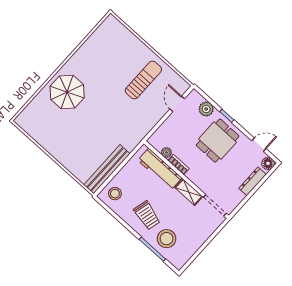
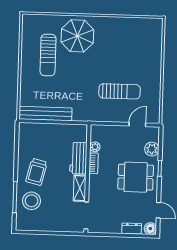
sun lounger: (143, 80) -> (120, 91), moved
sun lounger: (62, 128) -> (48, 55), added
workbench: (160, 169) -> (78, 158), width x0.73
dresser: (252, 181) -> (132, 229), width x0.70
stool: (115, 194) -> (32, 135), removed

